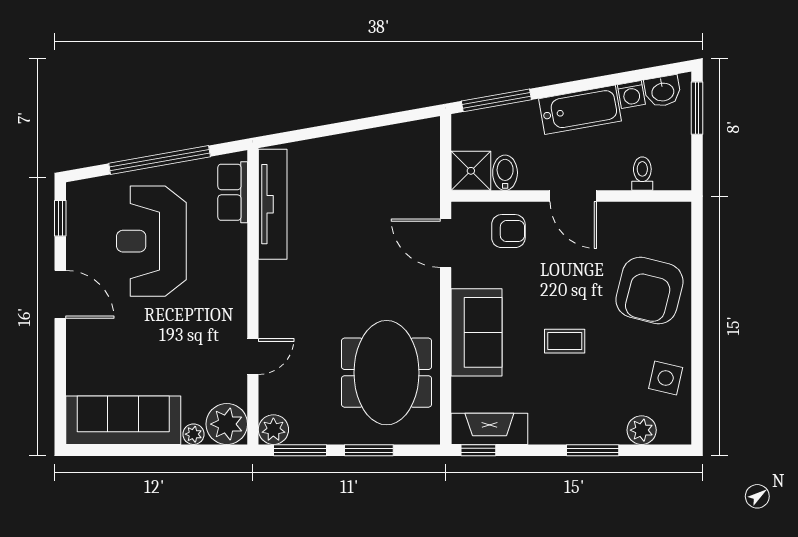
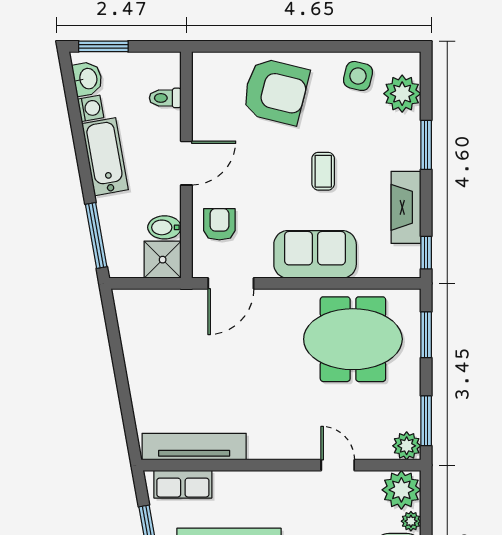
fireplace: (489, 429) -> (406, 207), moved
plant: (642, 430) -> (402, 94), width x1.36, depth x1.36
window: (369, 450) -> (426, 335), moved

